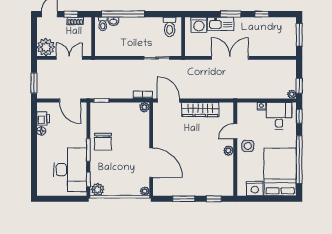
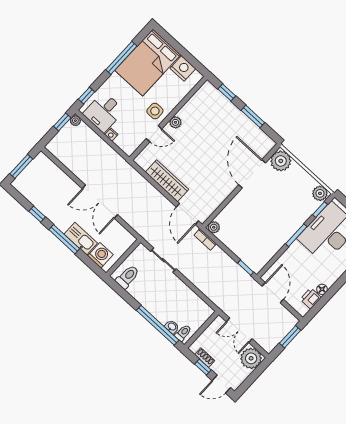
window: (231, 14) -> (64, 239), width x1.44
chair: (103, 142) -> (277, 231), removed
window: (299, 160) -> (121, 58), width x0.68
plant: (145, 191) -> (281, 161), width x1.87, depth x1.87

